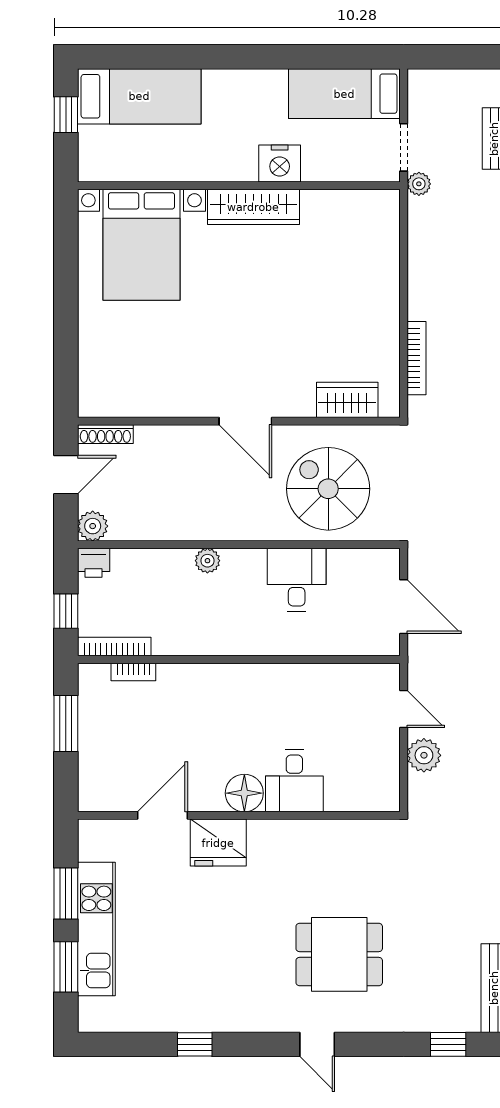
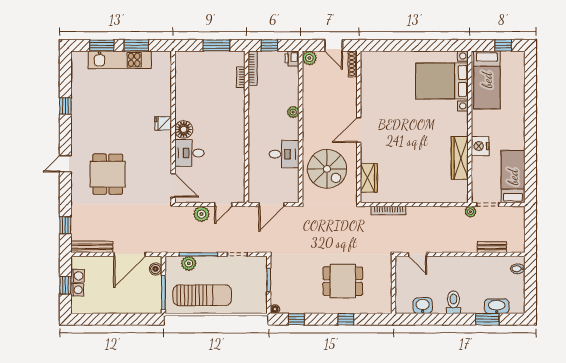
bed: (139, 96) -> (487, 80), moved
wardrobe: (253, 207) -> (460, 158), moved
spiral stairs: (328, 489) -> (327, 169), turned 90
door: (162, 815) -> (173, 185), moved
fridge: (218, 843) -> (163, 123), width x0.53, depth x0.75

